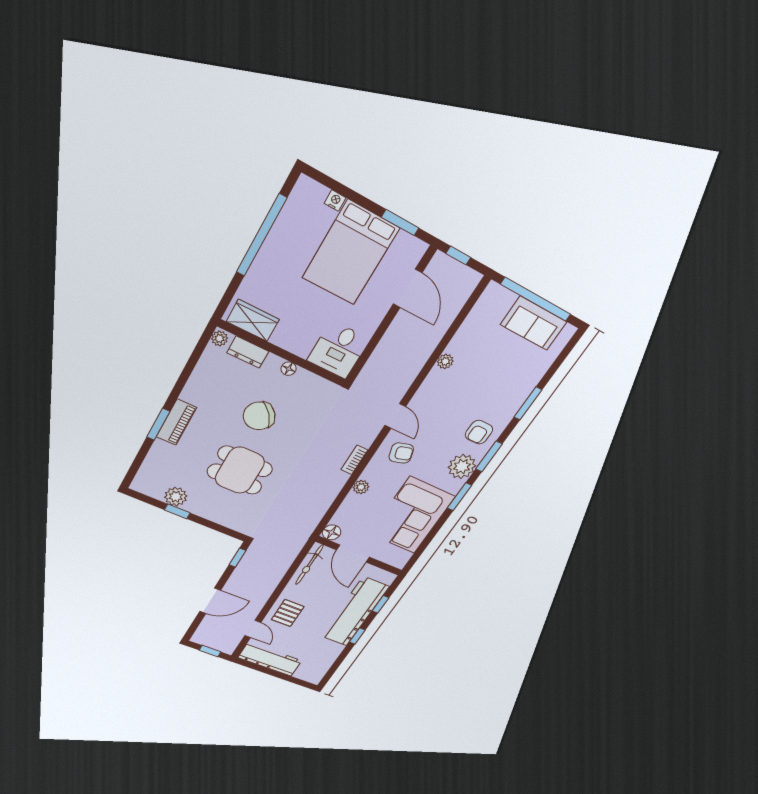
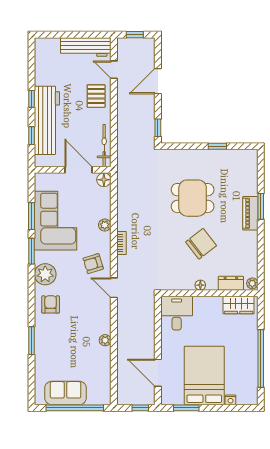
window: (489, 457) -> (32, 216), moved
plant: (176, 497) -> (224, 157), removed

